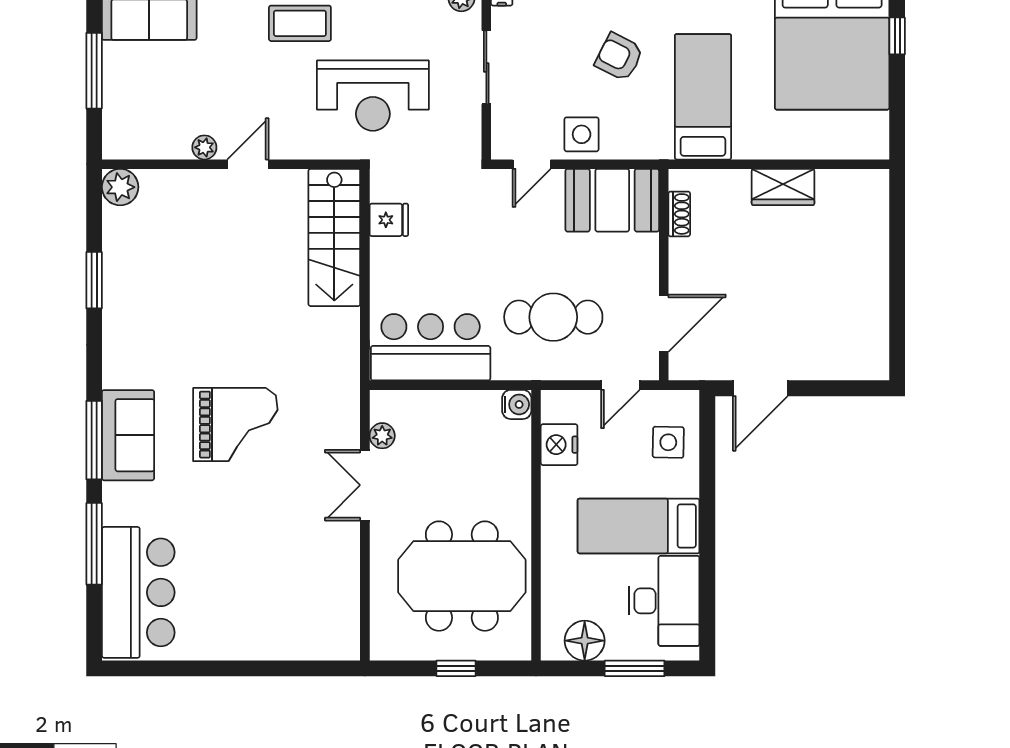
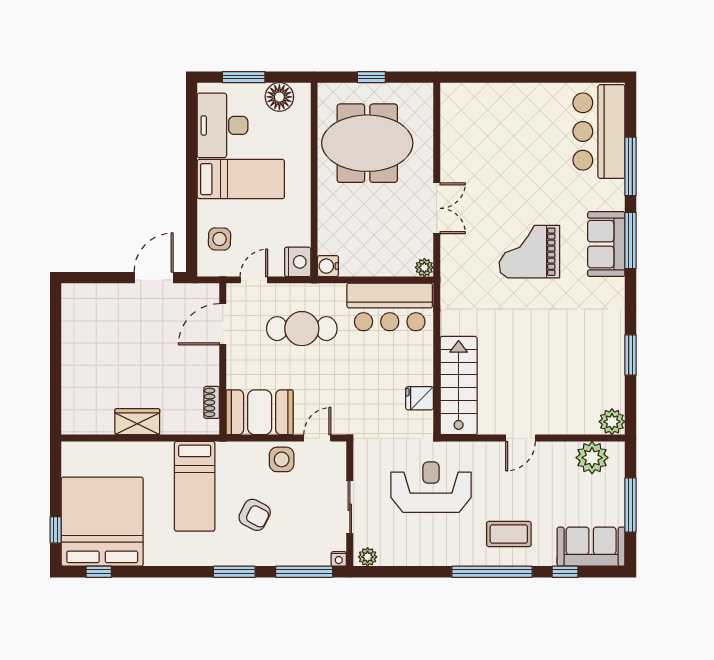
coffee table: (300, 23) -> (509, 534), moved
plant: (204, 147) -> (592, 458), moved, width x1.88, depth x1.88
plant: (382, 436) -> (424, 267), moved
nightstand: (559, 445) -> (298, 262), moved

